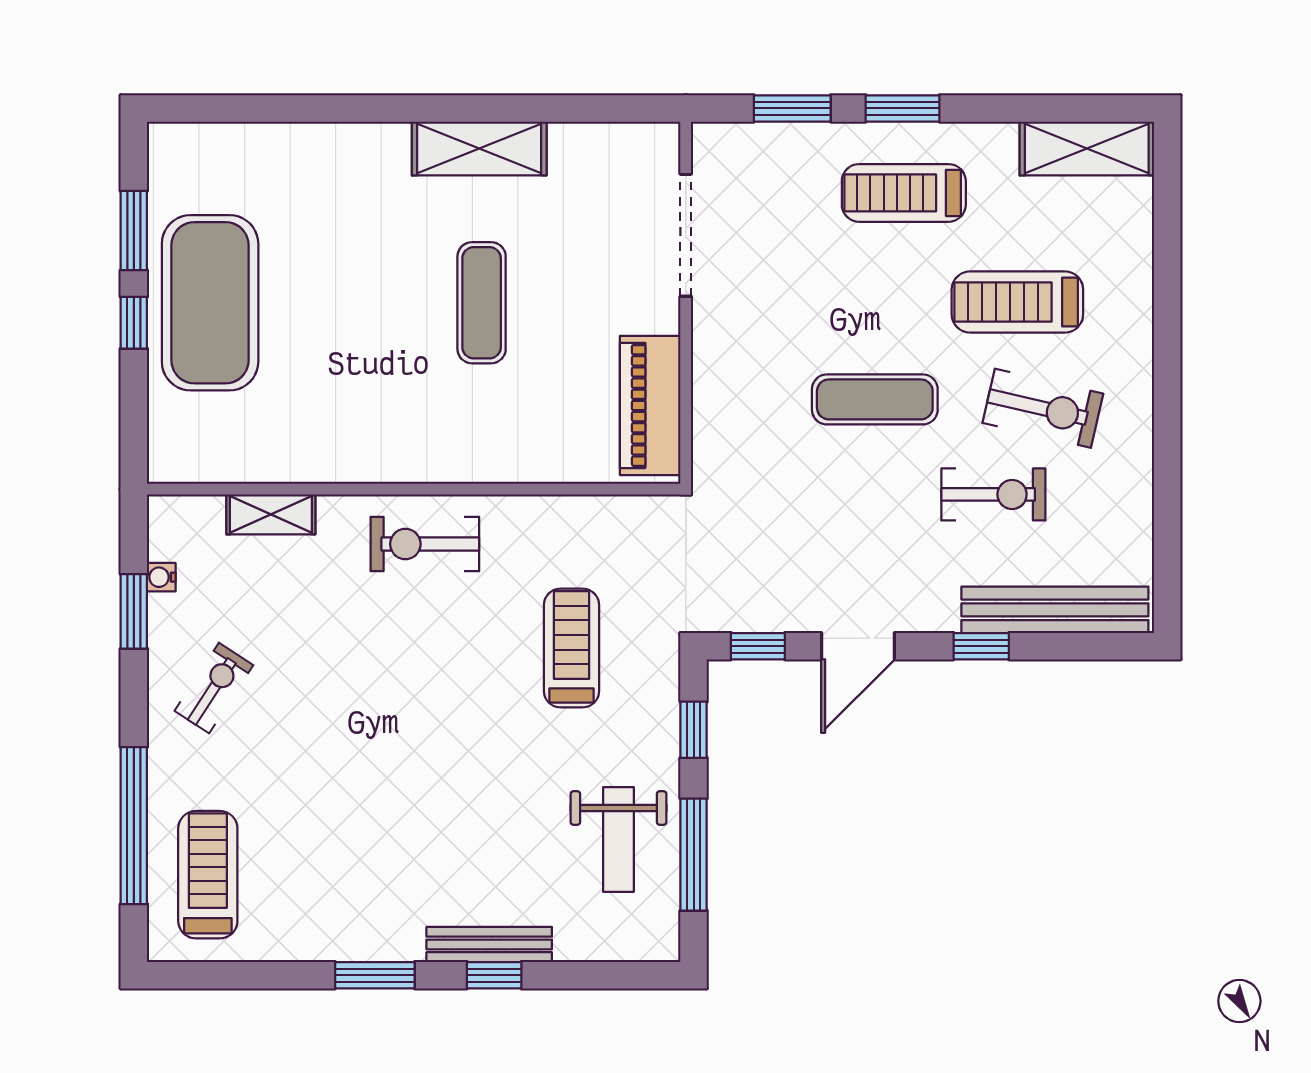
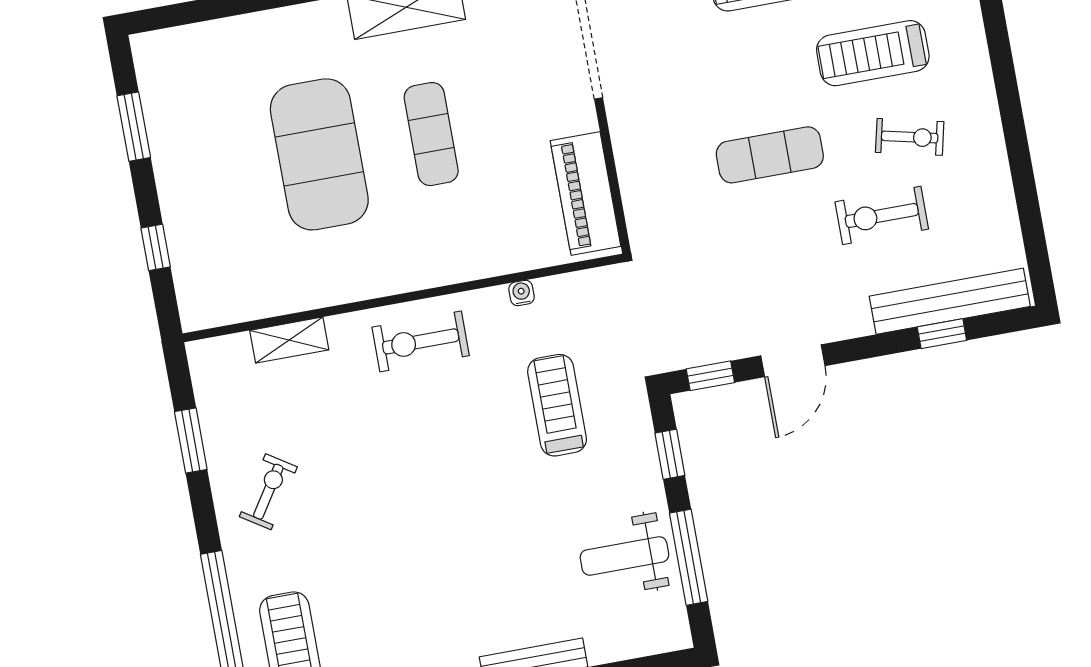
exercise mat: (210, 303) -> (319, 154), moved
window: (134, 323) -> (156, 247), moved
exercise bike: (1043, 408) -> (910, 137), width x0.73, depth x0.72
exercise bike: (993, 494) -> (882, 215), turned 180
water cooler: (161, 577) -> (522, 293), moved, turned 90
window: (981, 646) -> (942, 334), moved
weight bench: (619, 839) -> (624, 556), turned 90

